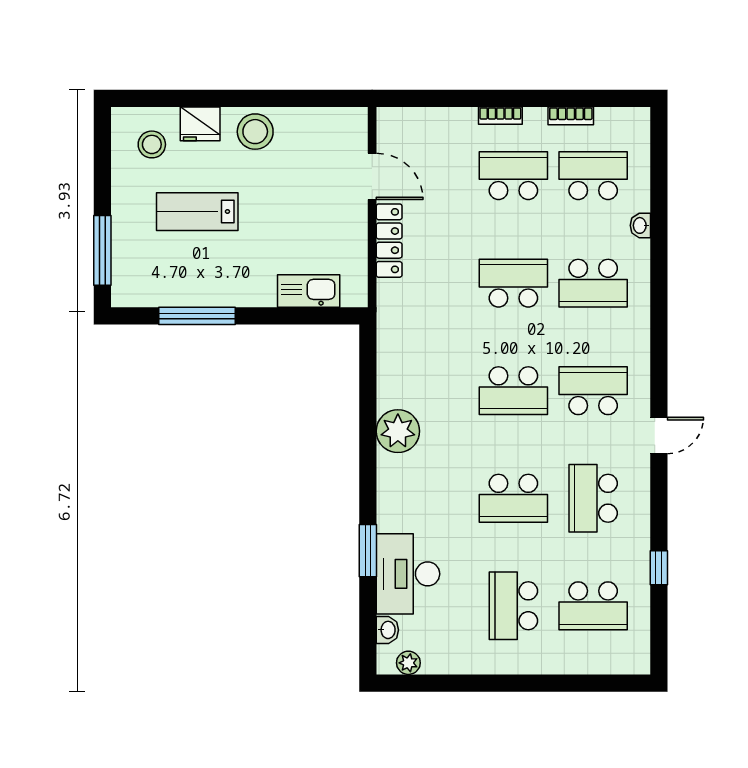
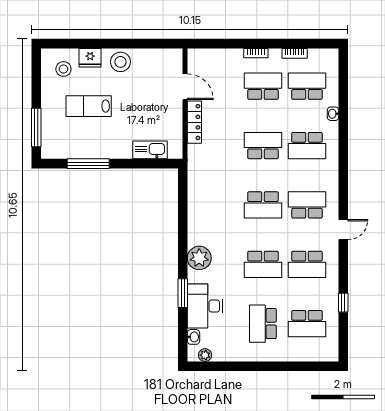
plant: (398, 431) -> (199, 258), moved
school desk: (593, 498) -> (307, 264), turned -90

